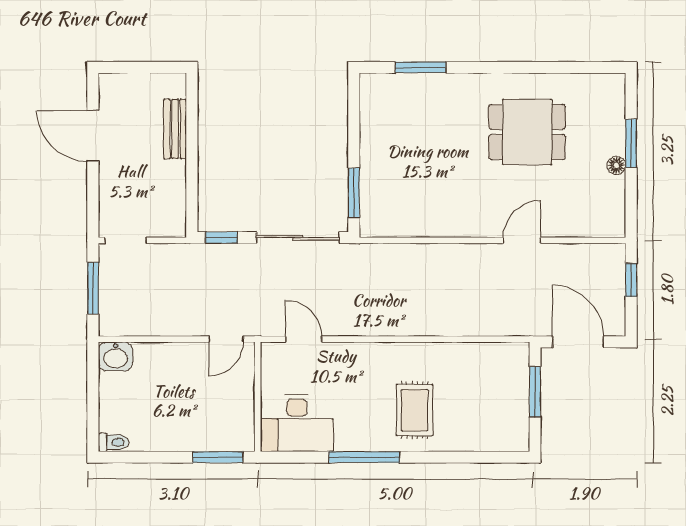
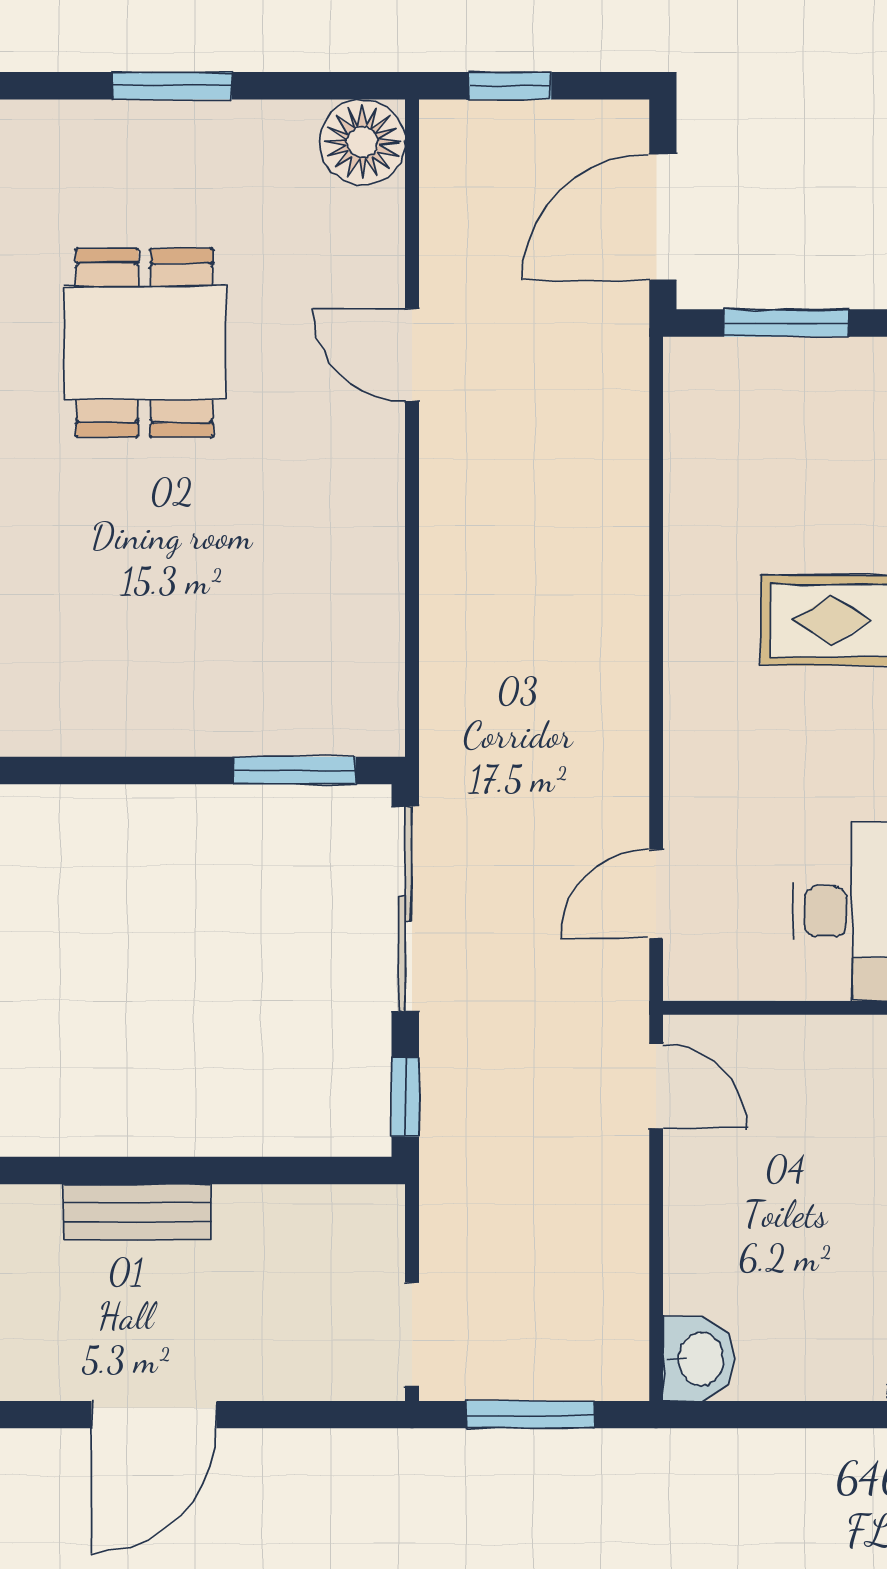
floor lamp: (616, 165) -> (362, 142), moved, width x1.89, depth x1.89

